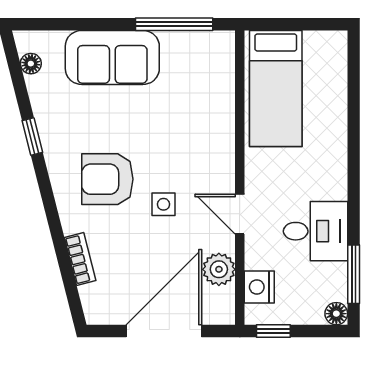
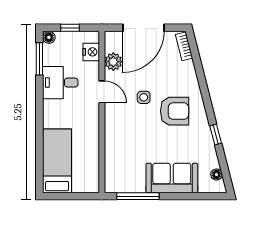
bed: (276, 88) -> (57, 161), moved
bookcase: (80, 259) -> (184, 46), moved
window: (273, 331) -> (70, 28), moved

